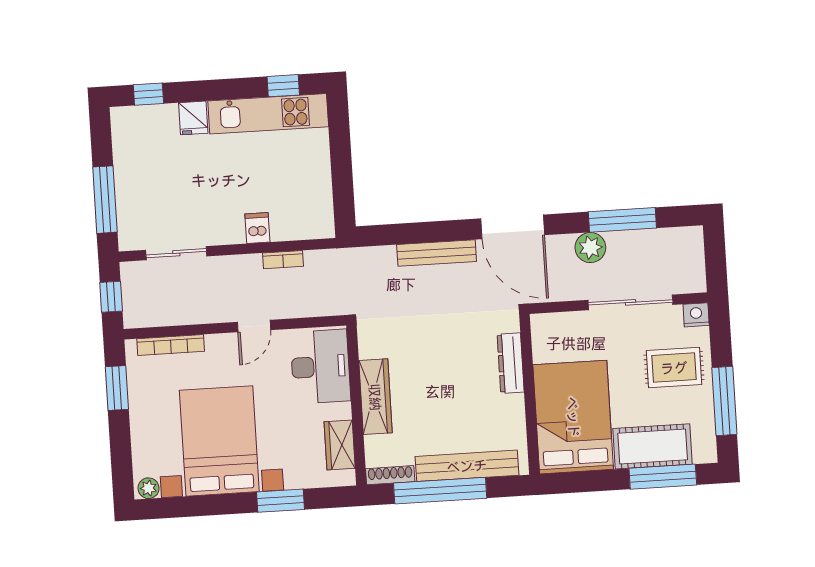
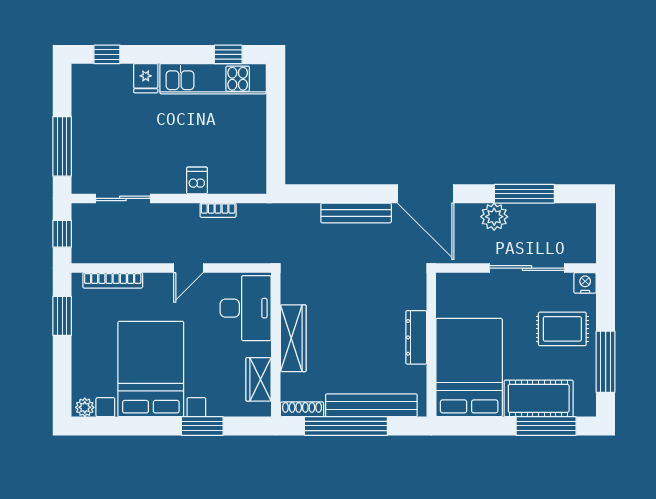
dresser: (511, 363) -> (416, 337), moved

